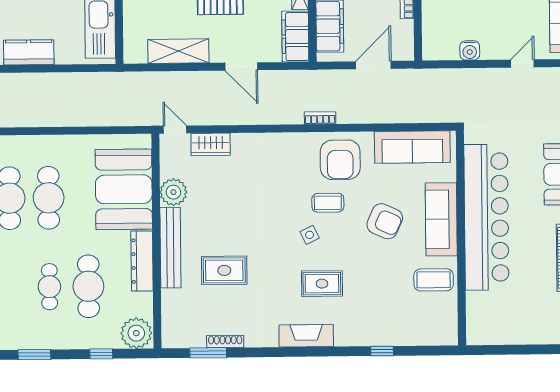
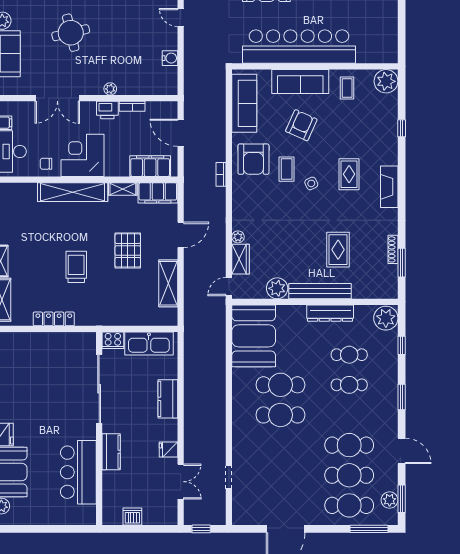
plant: (239, 141) -> (238, 237), added
armchair: (340, 160) -> (253, 159), turned 90
booth: (124, 189) -> (254, 336), moved, turned 90
coffee table: (434, 280) -> (347, 88), width x0.73, depth x0.77
cafe table: (88, 286) -> (349, 355), width x0.73, depth x0.74
plant: (443, 330) -> (386, 81), added

